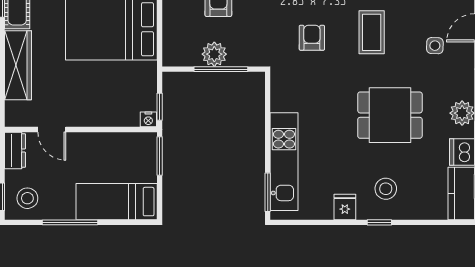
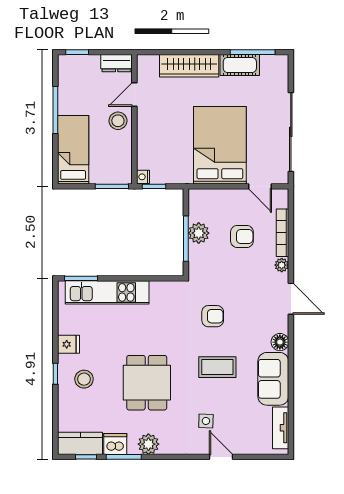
stool: (27, 198) -> (118, 121), moved

